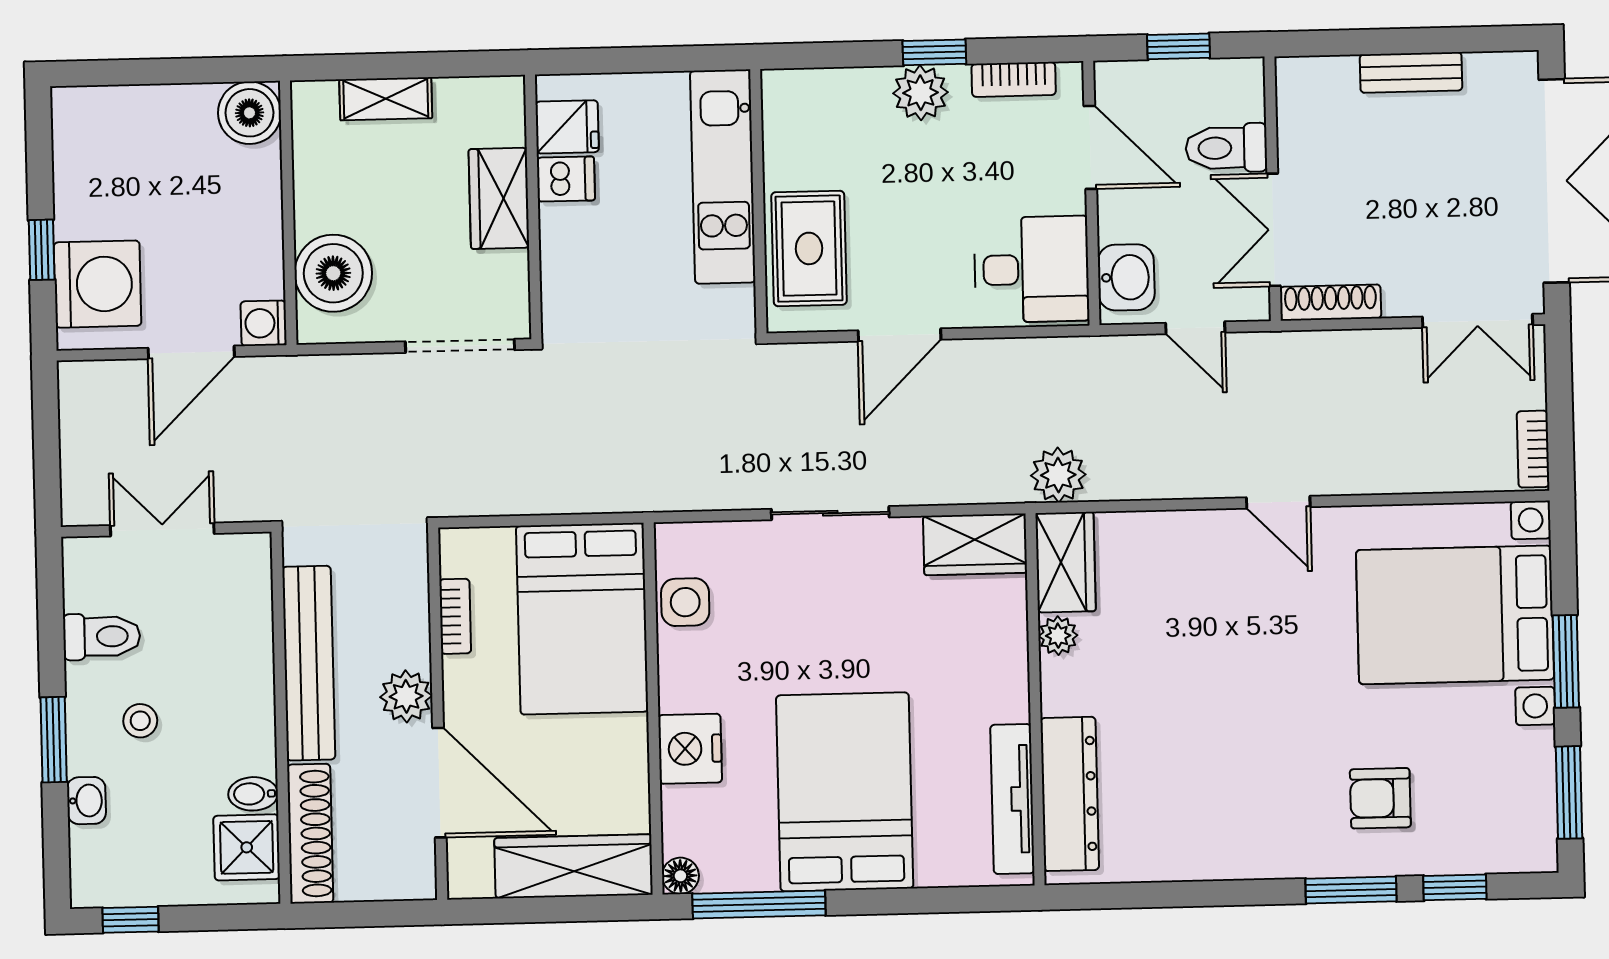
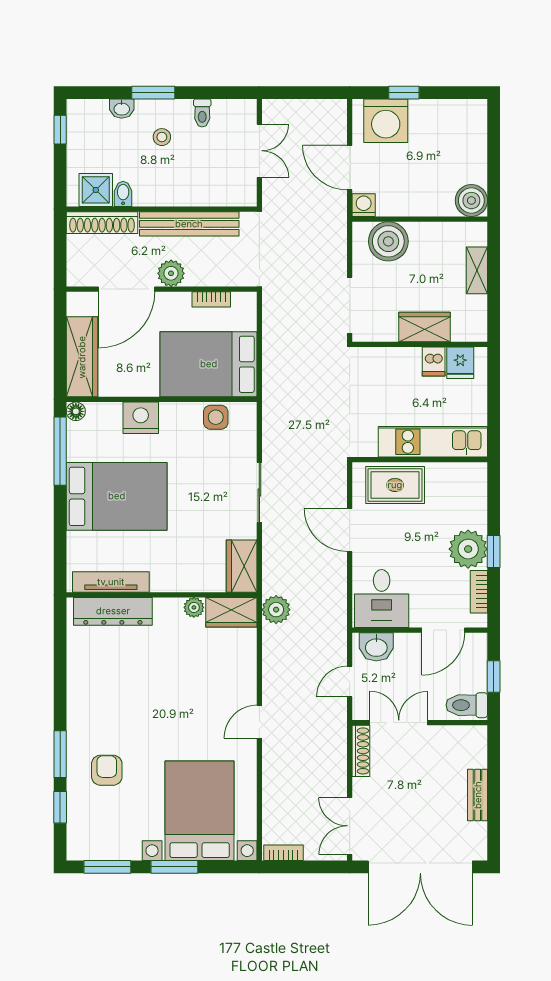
plant: (921, 93) -> (468, 549), width x1.36, depth x1.36
toilet: (1226, 148) -> (467, 705), moved, turned -90
toilet: (102, 637) -> (202, 113), width x0.73, depth x0.72

